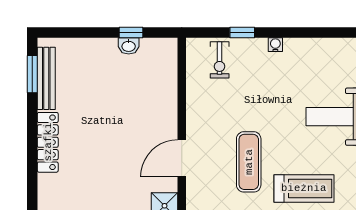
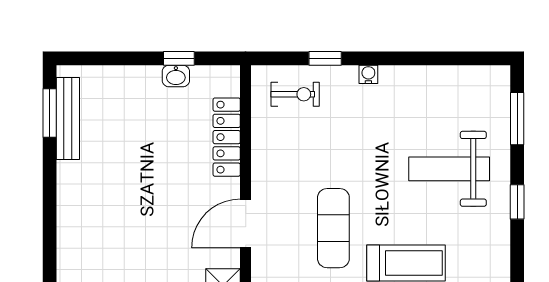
exercise bike: (220, 60) -> (295, 94), turned -90
locker: (48, 142) -> (227, 137), moved, turned 180

